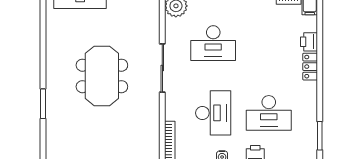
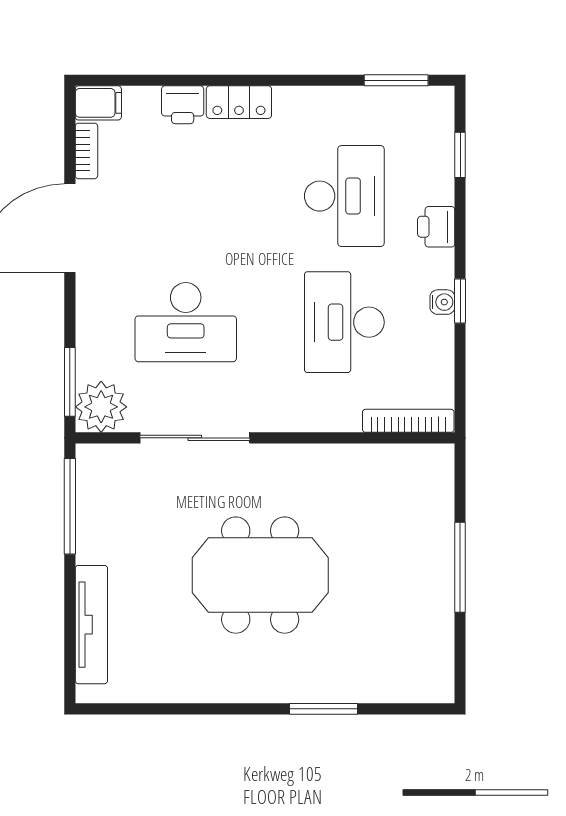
desk: (213, 43) -> (186, 322), turned 90
sliding door: (162, 68) -> (195, 438), moved
desk: (213, 113) -> (344, 322), turned -90

